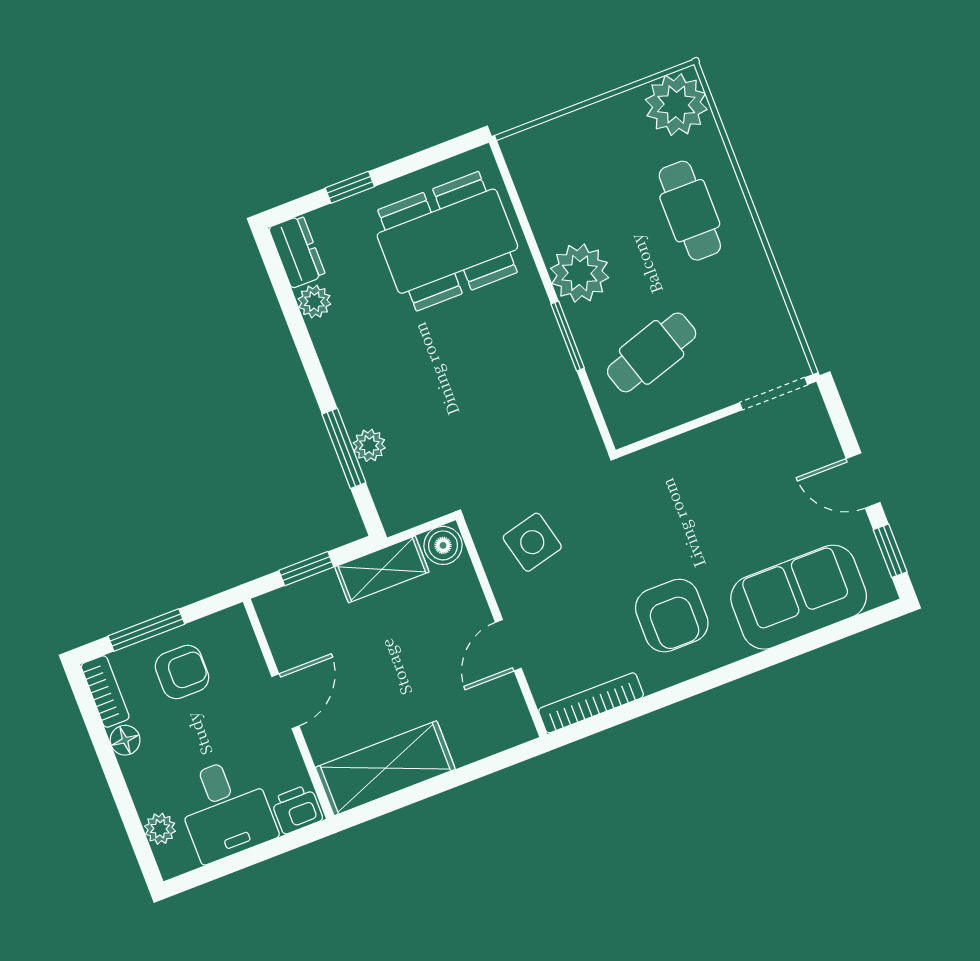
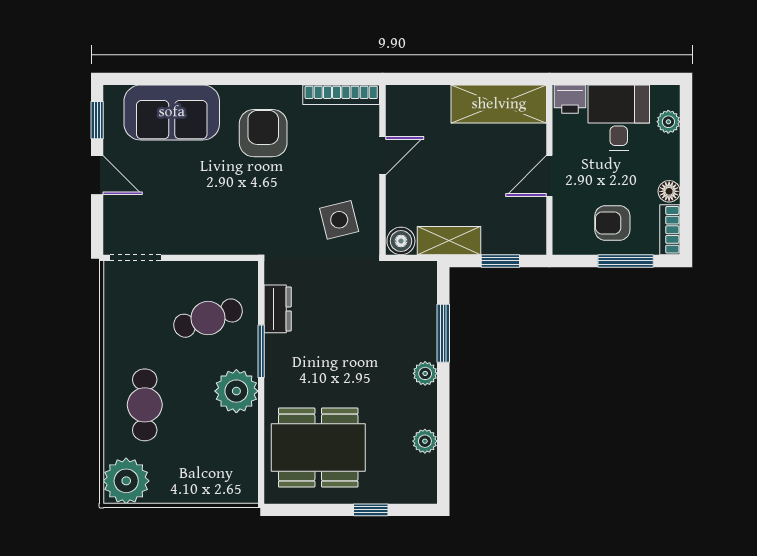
dresser: (297, 252) -> (278, 309), moved, turned 180
plant: (369, 445) -> (425, 373), moved

